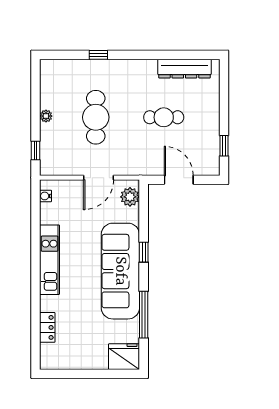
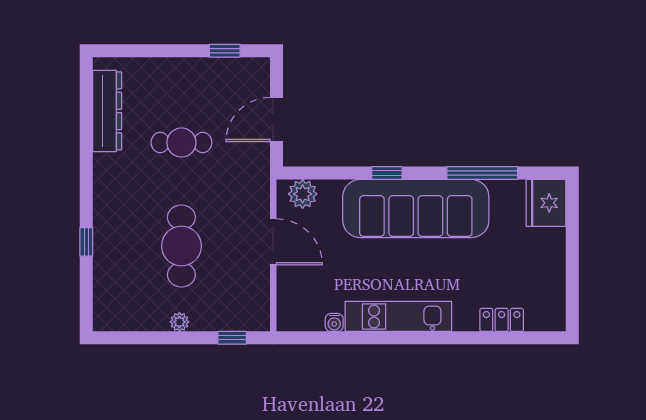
cafe table: (96, 117) -> (181, 246), turned 90
cafe table: (164, 117) -> (181, 143), turned 90
water cooler: (46, 196) -> (334, 322), moved

